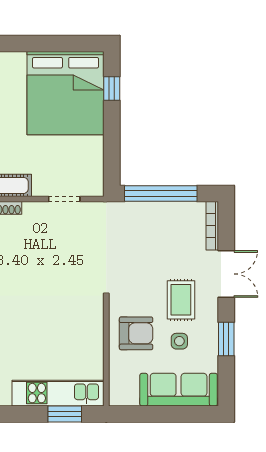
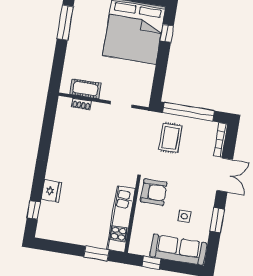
rug: (181, 300) -> (170, 138), moved
armchair: (136, 333) -> (154, 192), moved
kitchen unit: (58, 393) -> (121, 219), moved, turned -90
window: (144, 414) -> (151, 263), added

